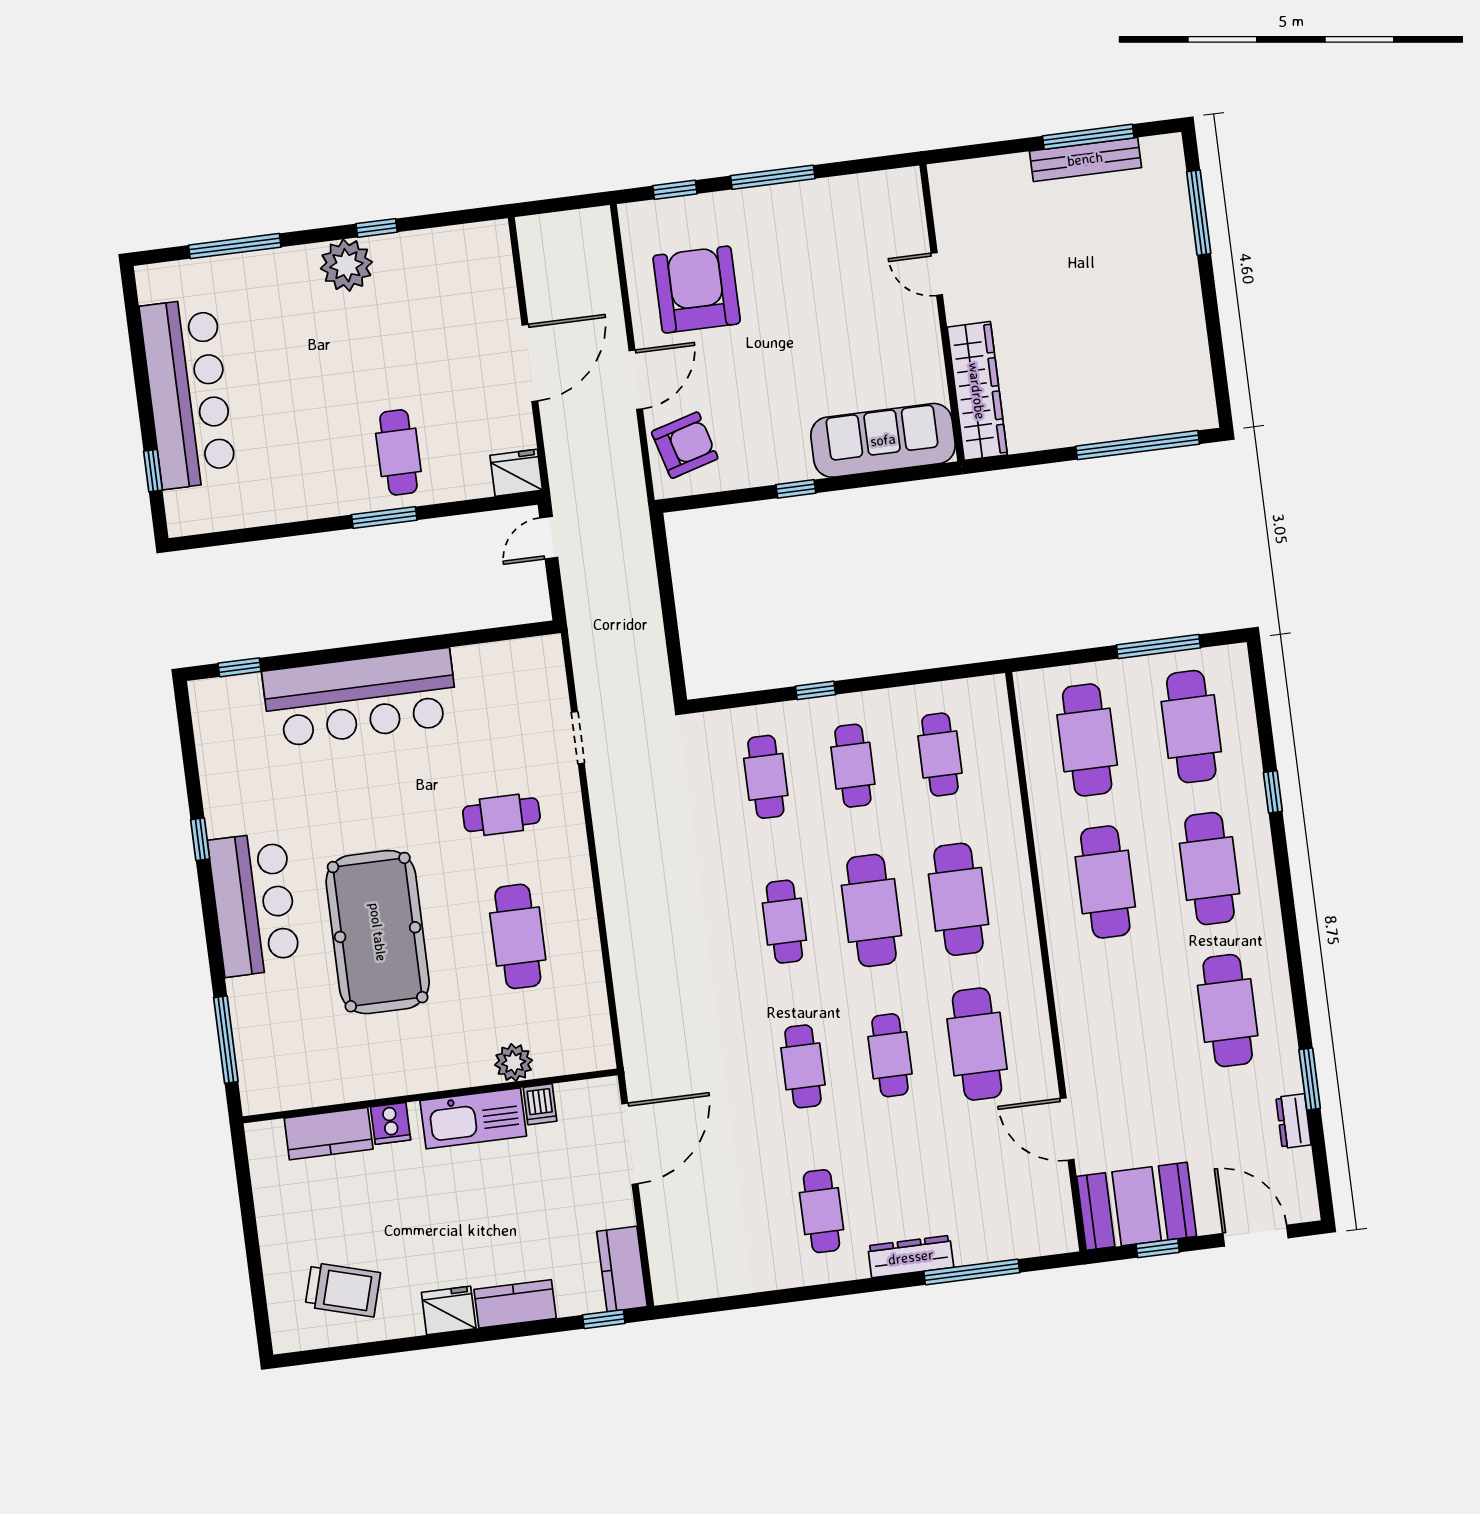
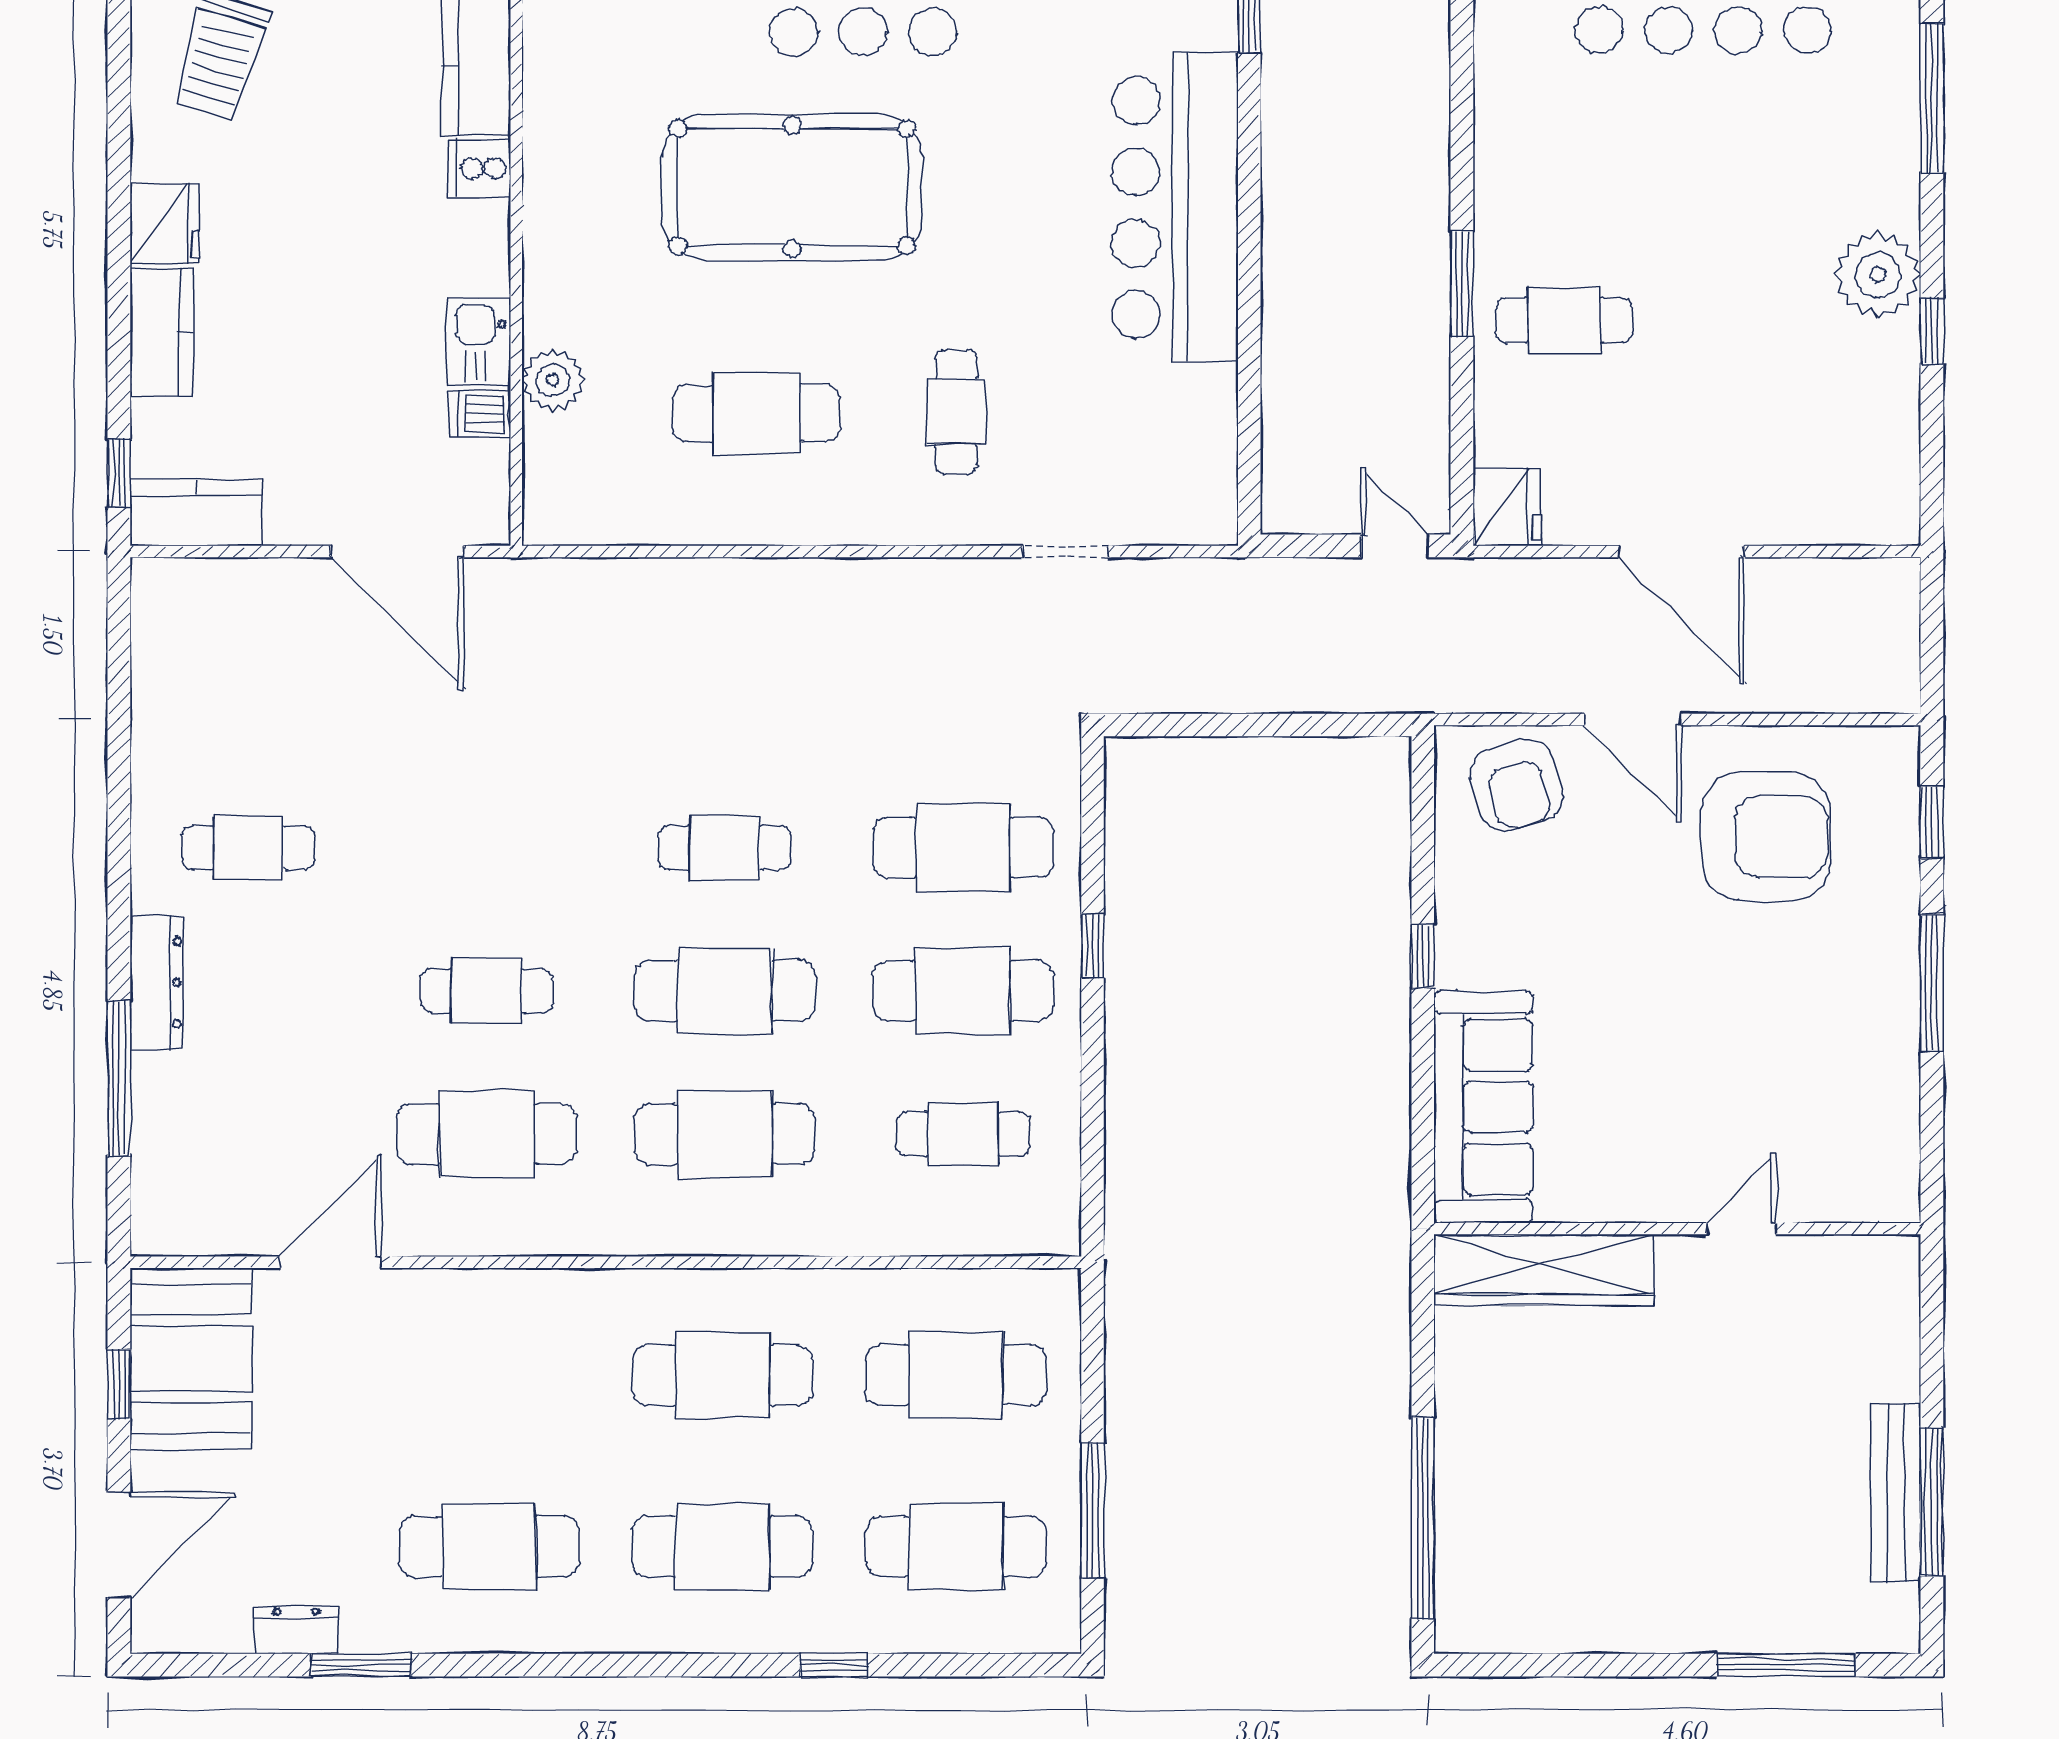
cafe table: (853, 766) -> (963, 991), width x1.37, depth x1.35
cafe table: (766, 777) -> (963, 848), width x1.37, depth x1.35
cafe table: (803, 1066) -> (487, 848), removed
kitchen sink: (473, 1118) -> (479, 342), width x0.53, depth x0.81

